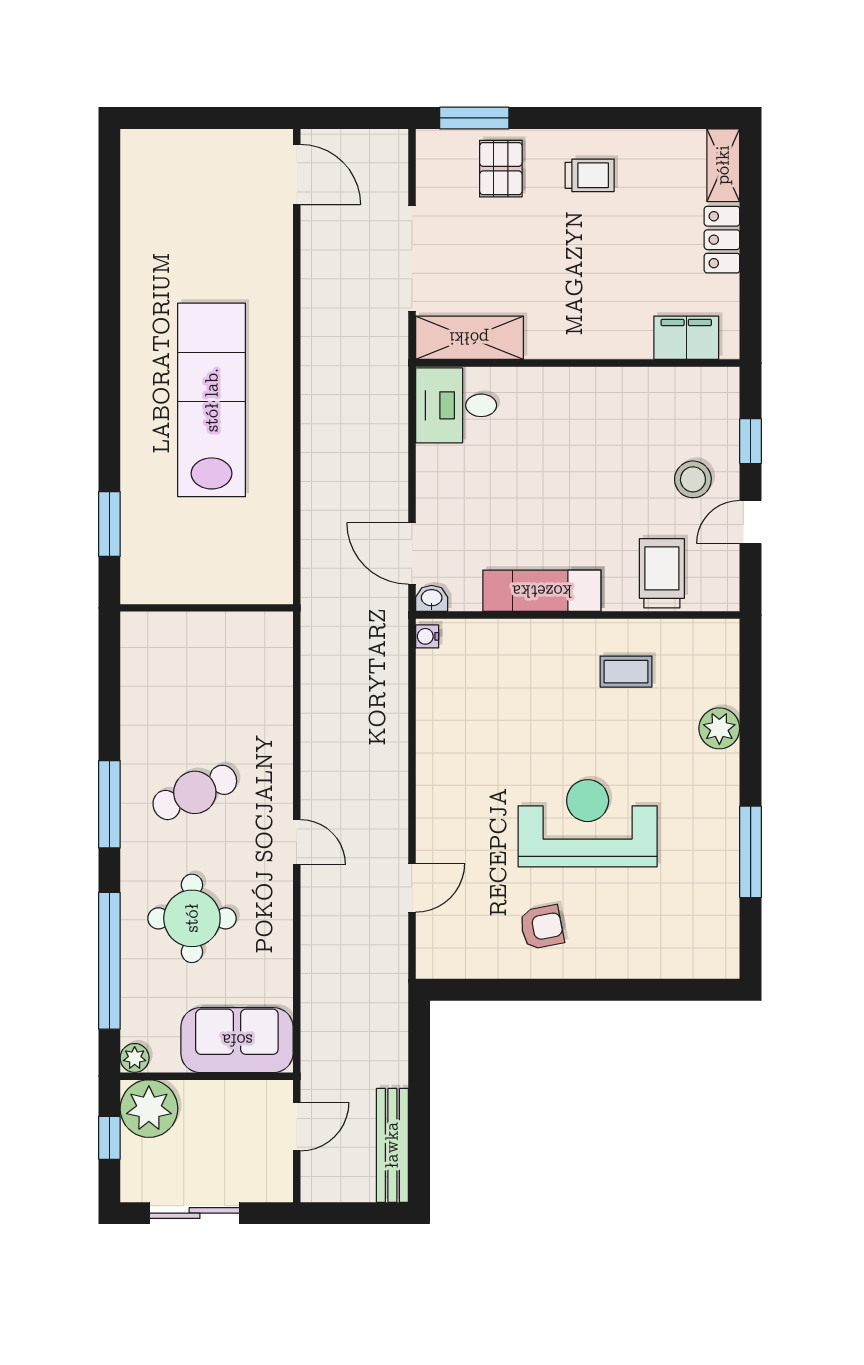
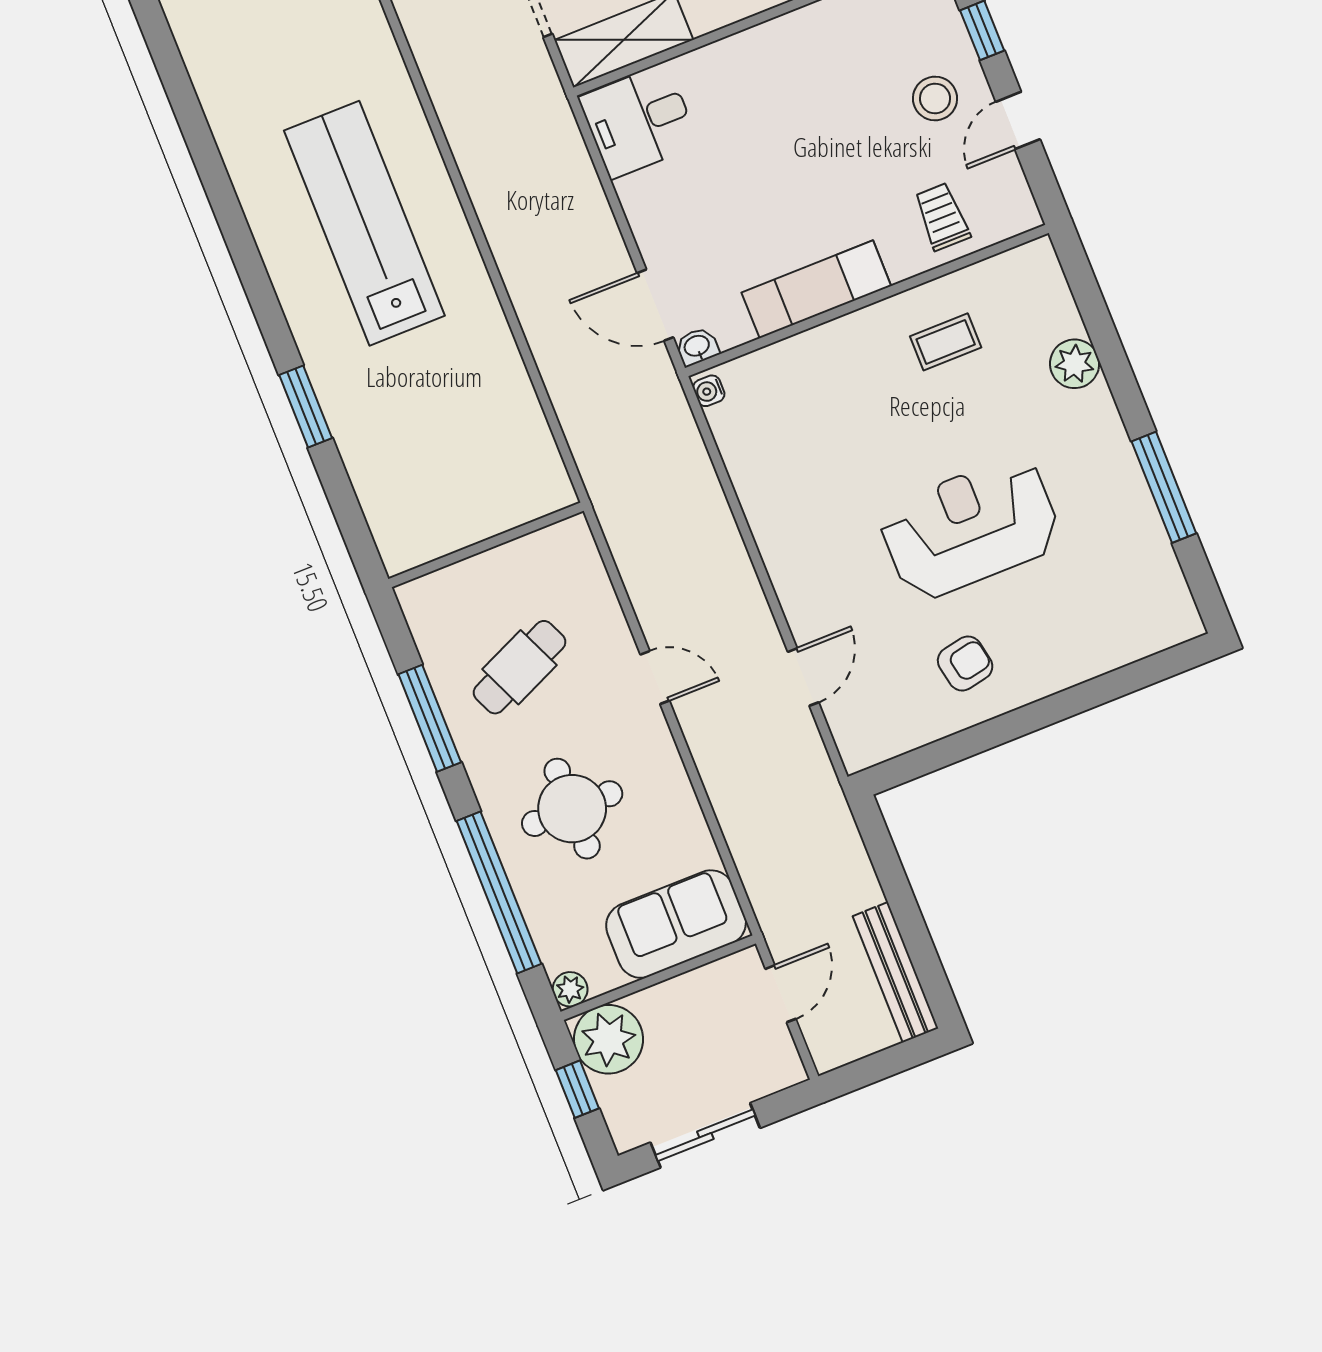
trolley: (662, 573) -> (942, 217), width x0.73, depth x0.72
wall: (207, 608) -> (486, 545), moved

